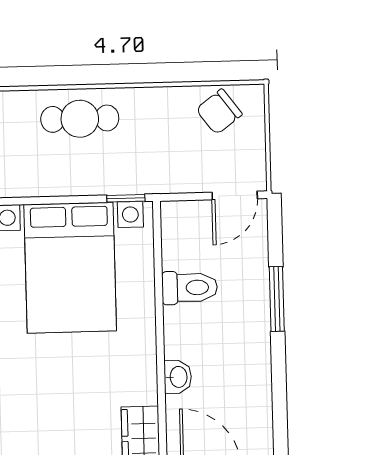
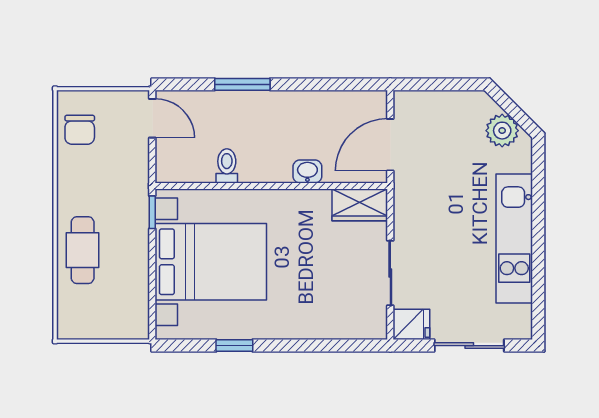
chair: (219, 112) -> (80, 130), turned 37
toilet: (190, 288) -> (227, 166), width x0.73, depth x0.72

